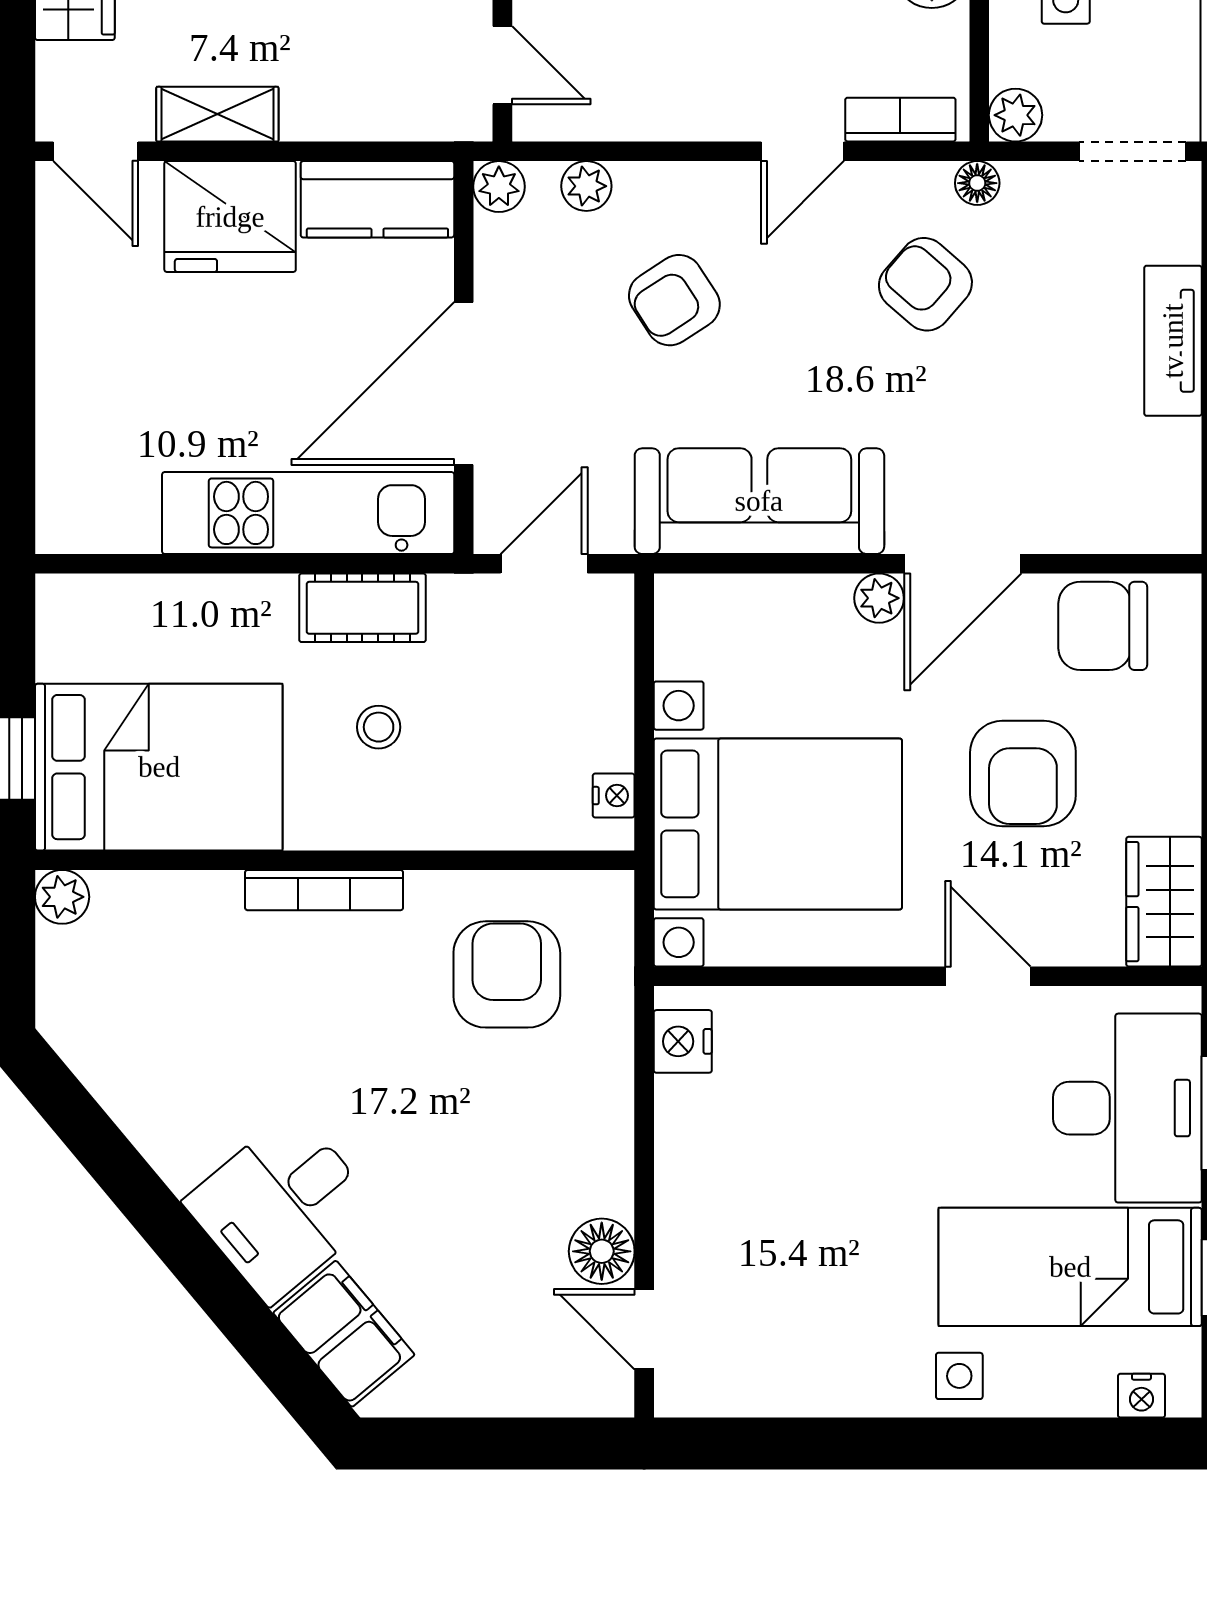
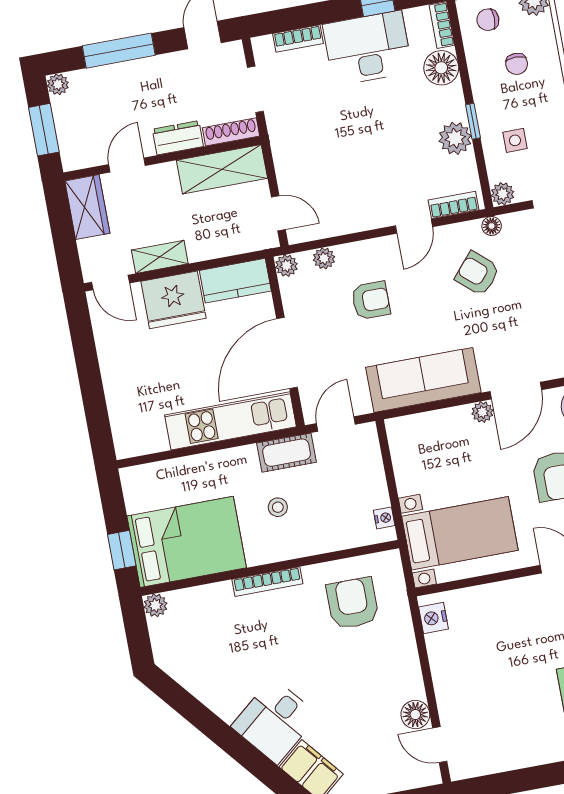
armchair: (674, 300) -> (371, 300), turned -147
cot: (362, 608) -> (287, 453), moved
bed with nightstands: (778, 824) -> (460, 533), width x0.73

